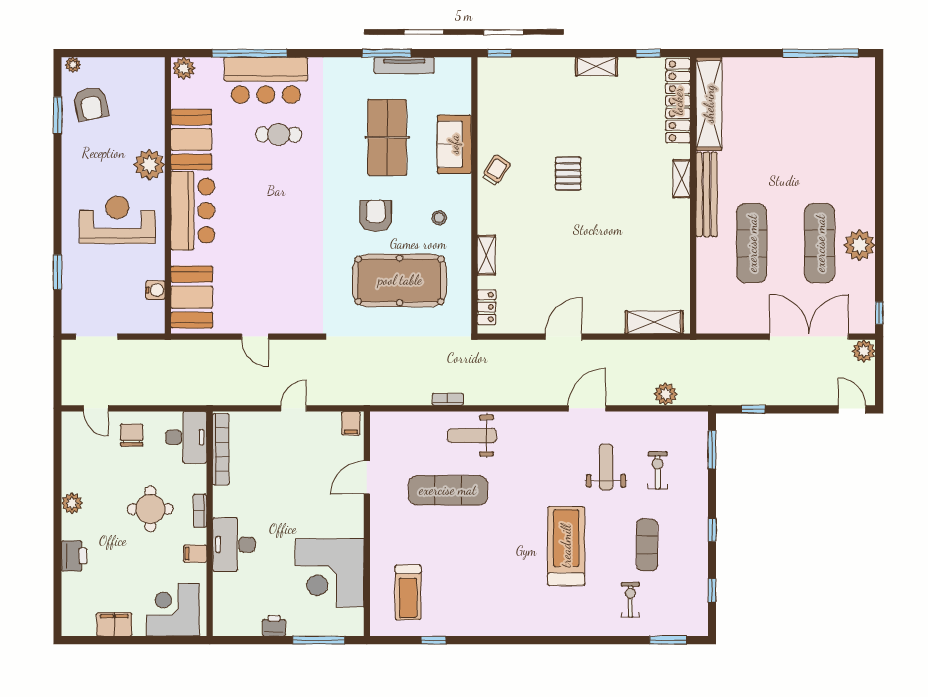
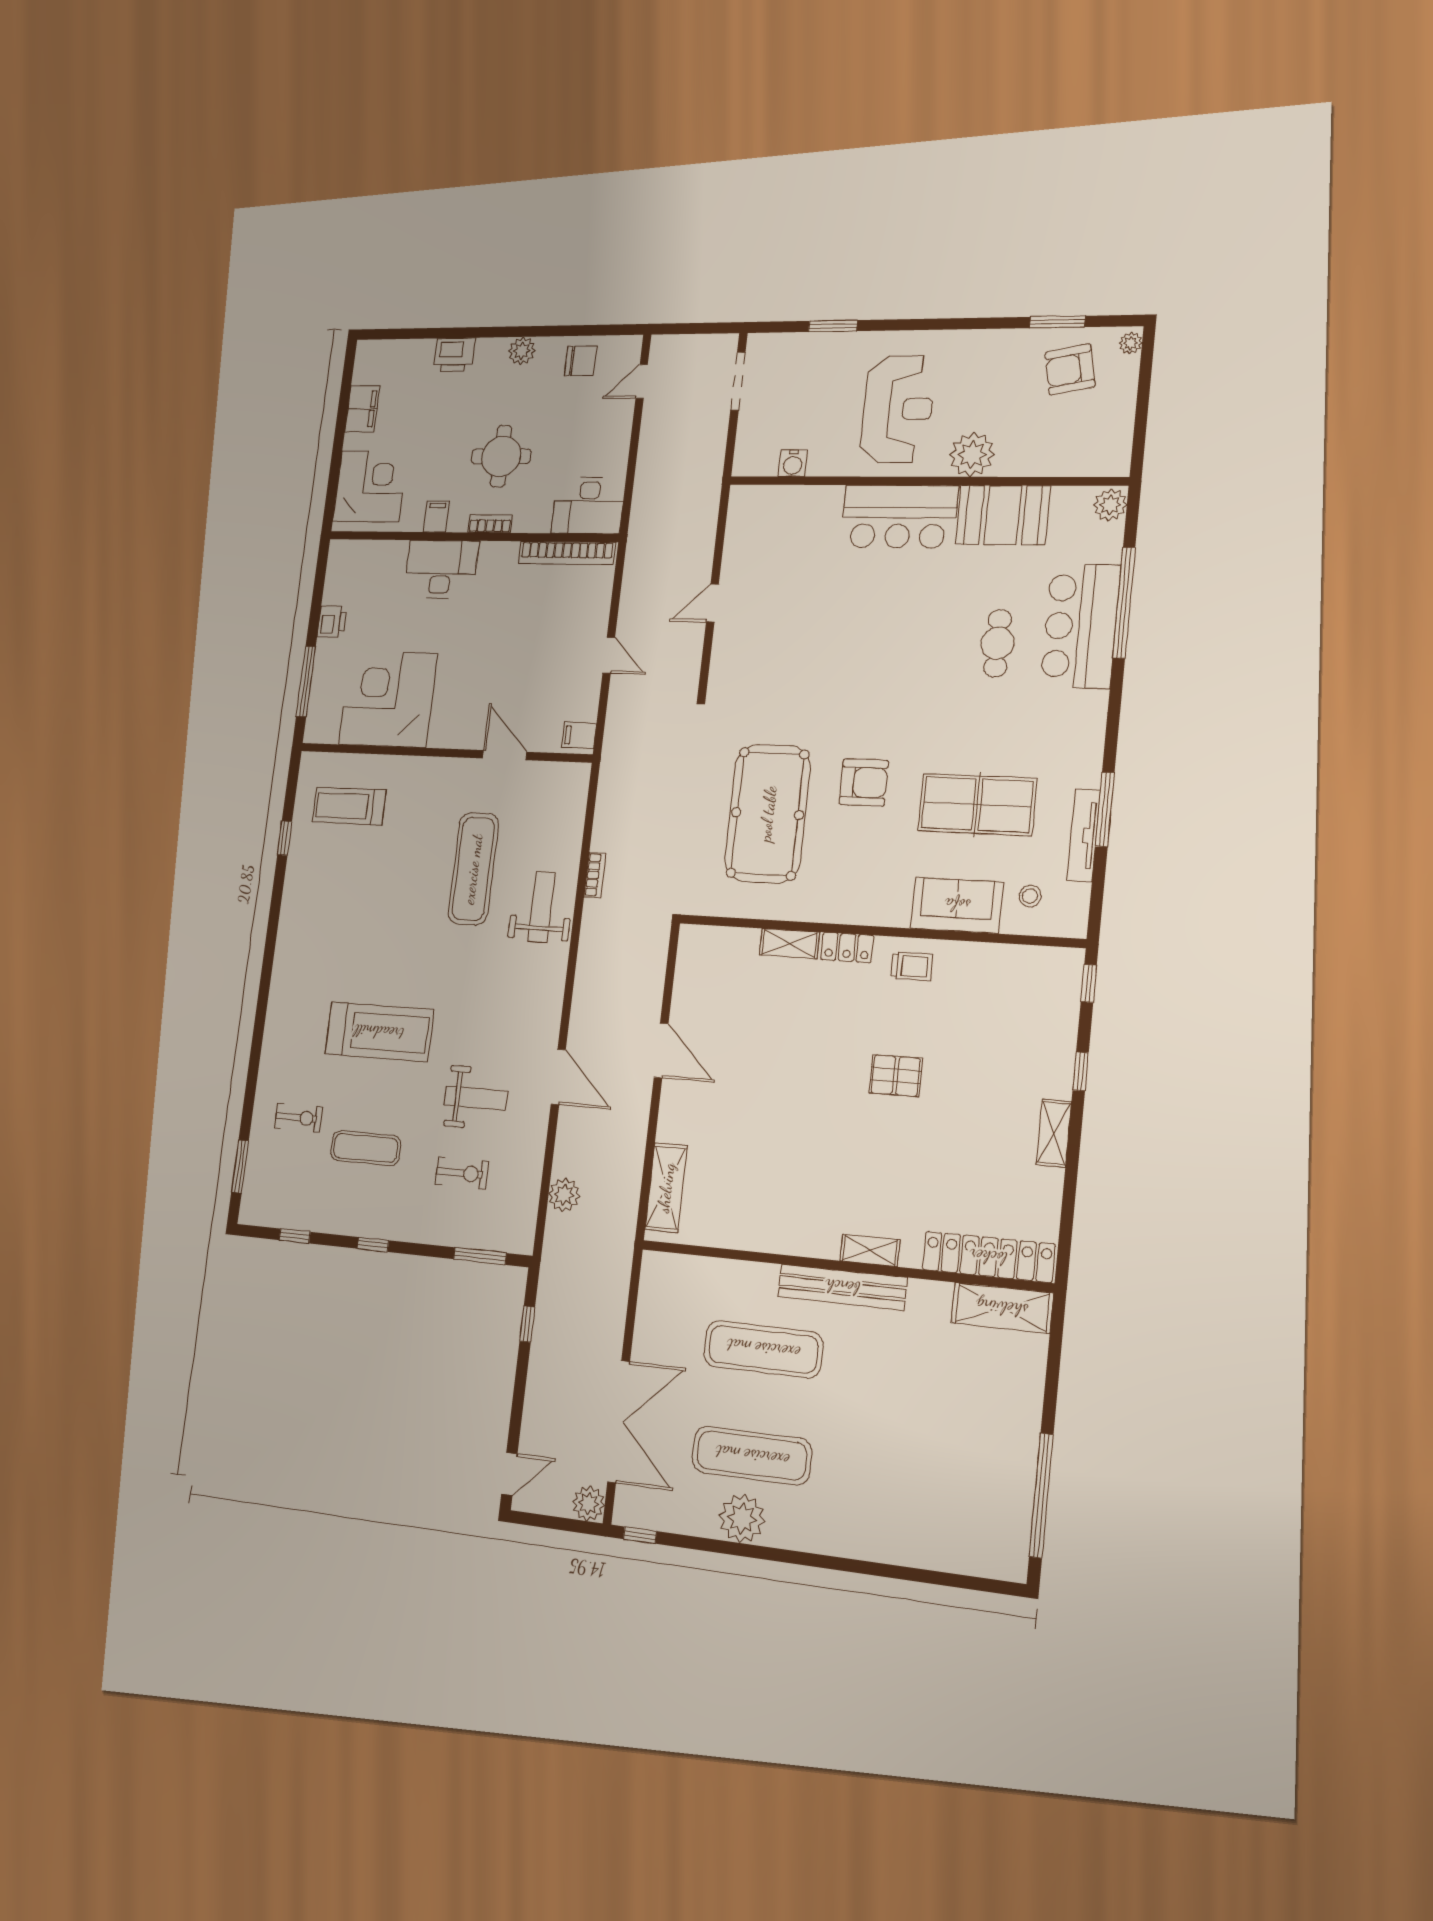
window: (648, 53) -> (1081, 1072), moved
shelving: (709, 104) -> (1002, 1308), width x0.68
trolley: (496, 170) -> (912, 966), turned -33
stool: (439, 218) -> (1030, 896), moved
booth: (192, 297) -> (777, 514), removed
locker: (486, 307) -> (847, 948), moved
chair: (132, 435) -> (581, 361), moved

